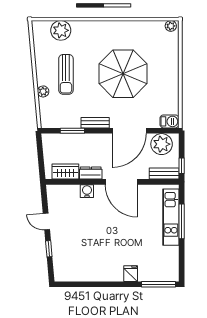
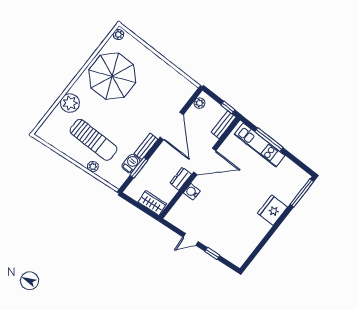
plant: (61, 30) -> (70, 103), moved
sun lounger: (66, 74) -> (93, 140), width x1.36, depth x1.34
parasol: (123, 74) -> (112, 76), moved
barbecue: (169, 121) -> (131, 164), moved
plant: (162, 144) -> (199, 103), width x0.53, depth x0.53
wardrobe: (65, 172) -> (152, 203), moved, turned 85
fridge: (131, 274) -> (272, 210), width x1.88, depth x1.34

